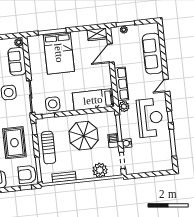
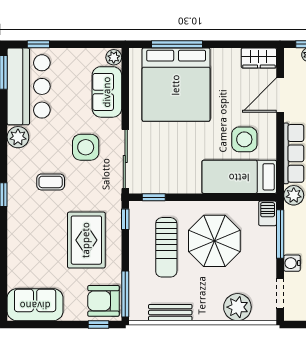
bed: (59, 53) -> (176, 85), width x1.36
side table: (53, 104) -> (244, 139), moved
barbecue: (113, 141) -> (268, 213), moved
sun lounger: (48, 148) -> (166, 247), moved

